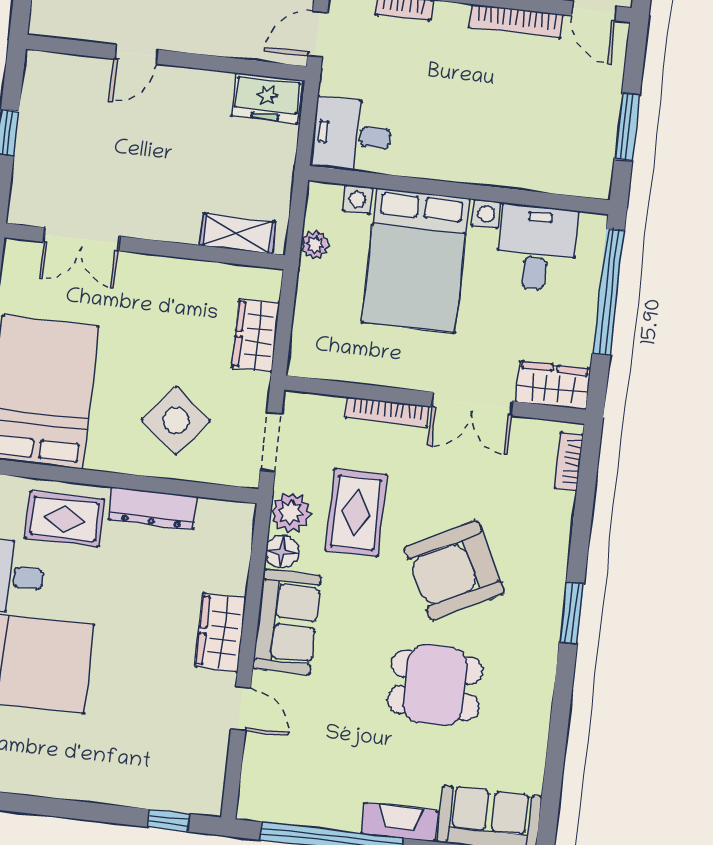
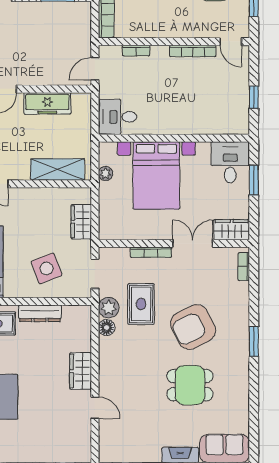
freezer: (267, 98) -> (47, 103), moved, width x1.40
window: (627, 127) -> (254, 97), width x0.67
shelving: (238, 234) -> (58, 169), width x1.50, depth x1.33
desk: (537, 248) -> (230, 162), moved
window: (608, 292) -> (254, 180), width x0.47
double door: (472, 404) -> (193, 243), swing flipped
side table: (176, 420) -> (47, 268), turned 30
sofa: (287, 622) -> (113, 362), removed

